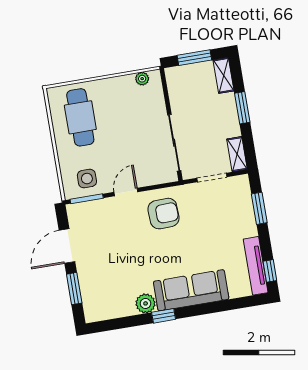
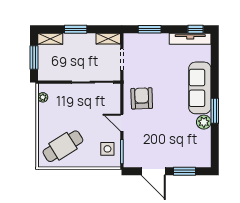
cafe table: (80, 117) -> (63, 146), turned -32
window: (164, 316) -> (215, 111), width x1.50

